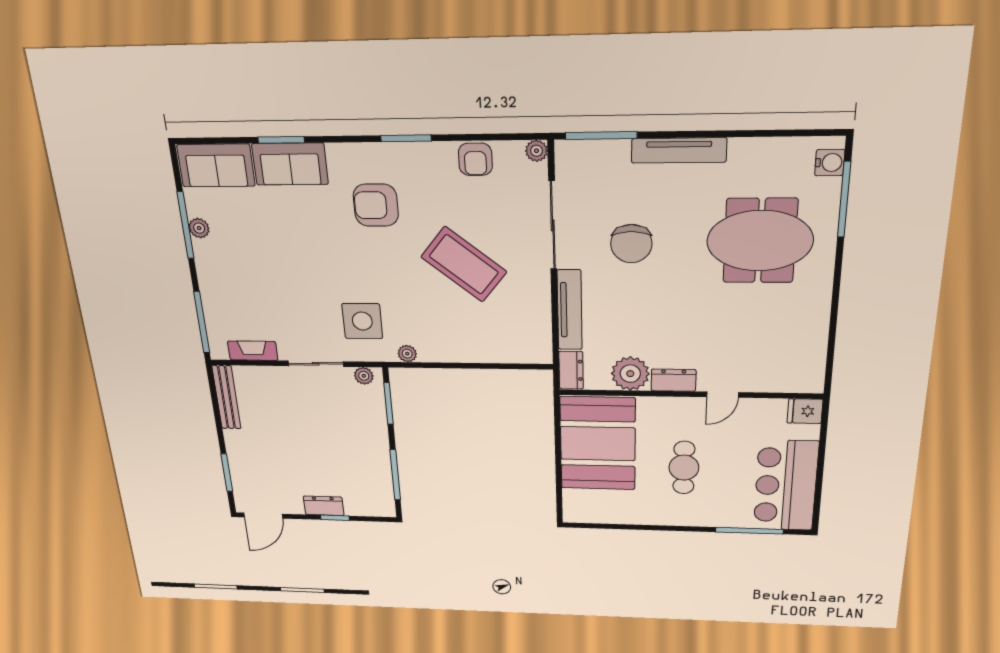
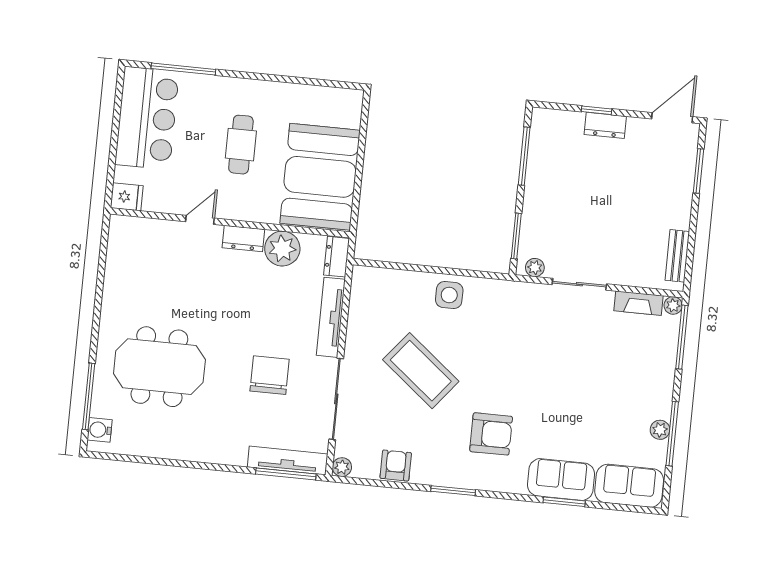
tv unit: (679, 150) -> (288, 460), moved
side table: (362, 321) -> (449, 295), moved, width x0.73, depth x0.73
plant: (407, 354) -> (673, 305), moved
bench: (226, 397) -> (677, 256), width x0.73

